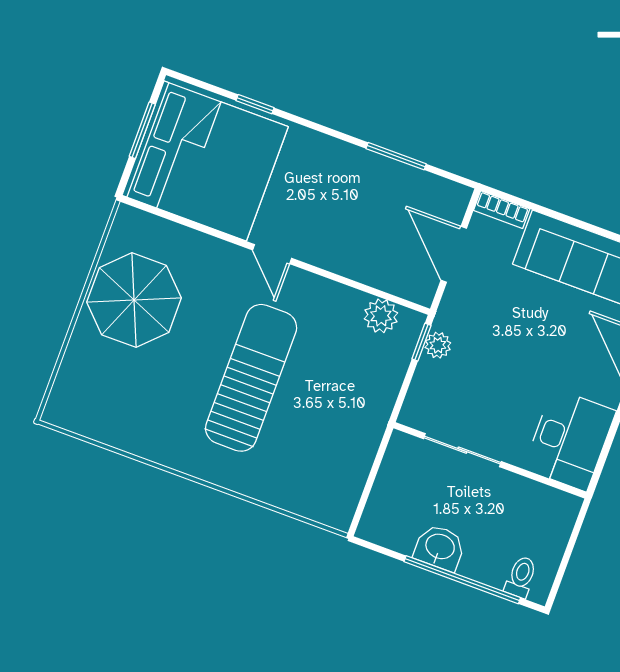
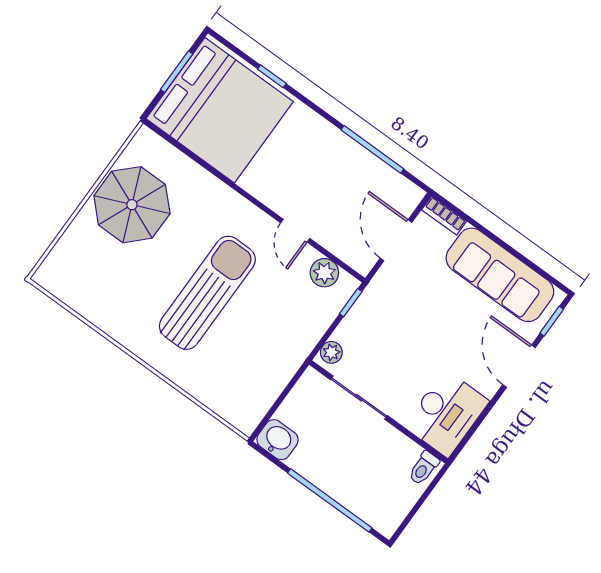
window: (396, 156) -> (372, 149), width x1.44
door: (272, 254) -> (295, 231), moved
plant: (438, 345) -> (331, 352), moved
washbasin: (440, 547) -> (277, 440), moved
toilet: (521, 577) -> (424, 468), moved, turned 180

